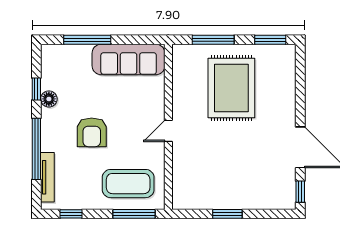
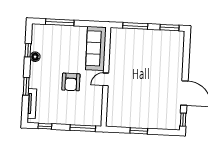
sofa: (129, 59) -> (96, 48), moved, turned 90
rug: (231, 88) -> (145, 55), removed
armchair: (92, 132) -> (71, 82), moved
window: (36, 149) -> (26, 86), width x0.47
coffee table: (128, 184) -> (80, 110), removed

